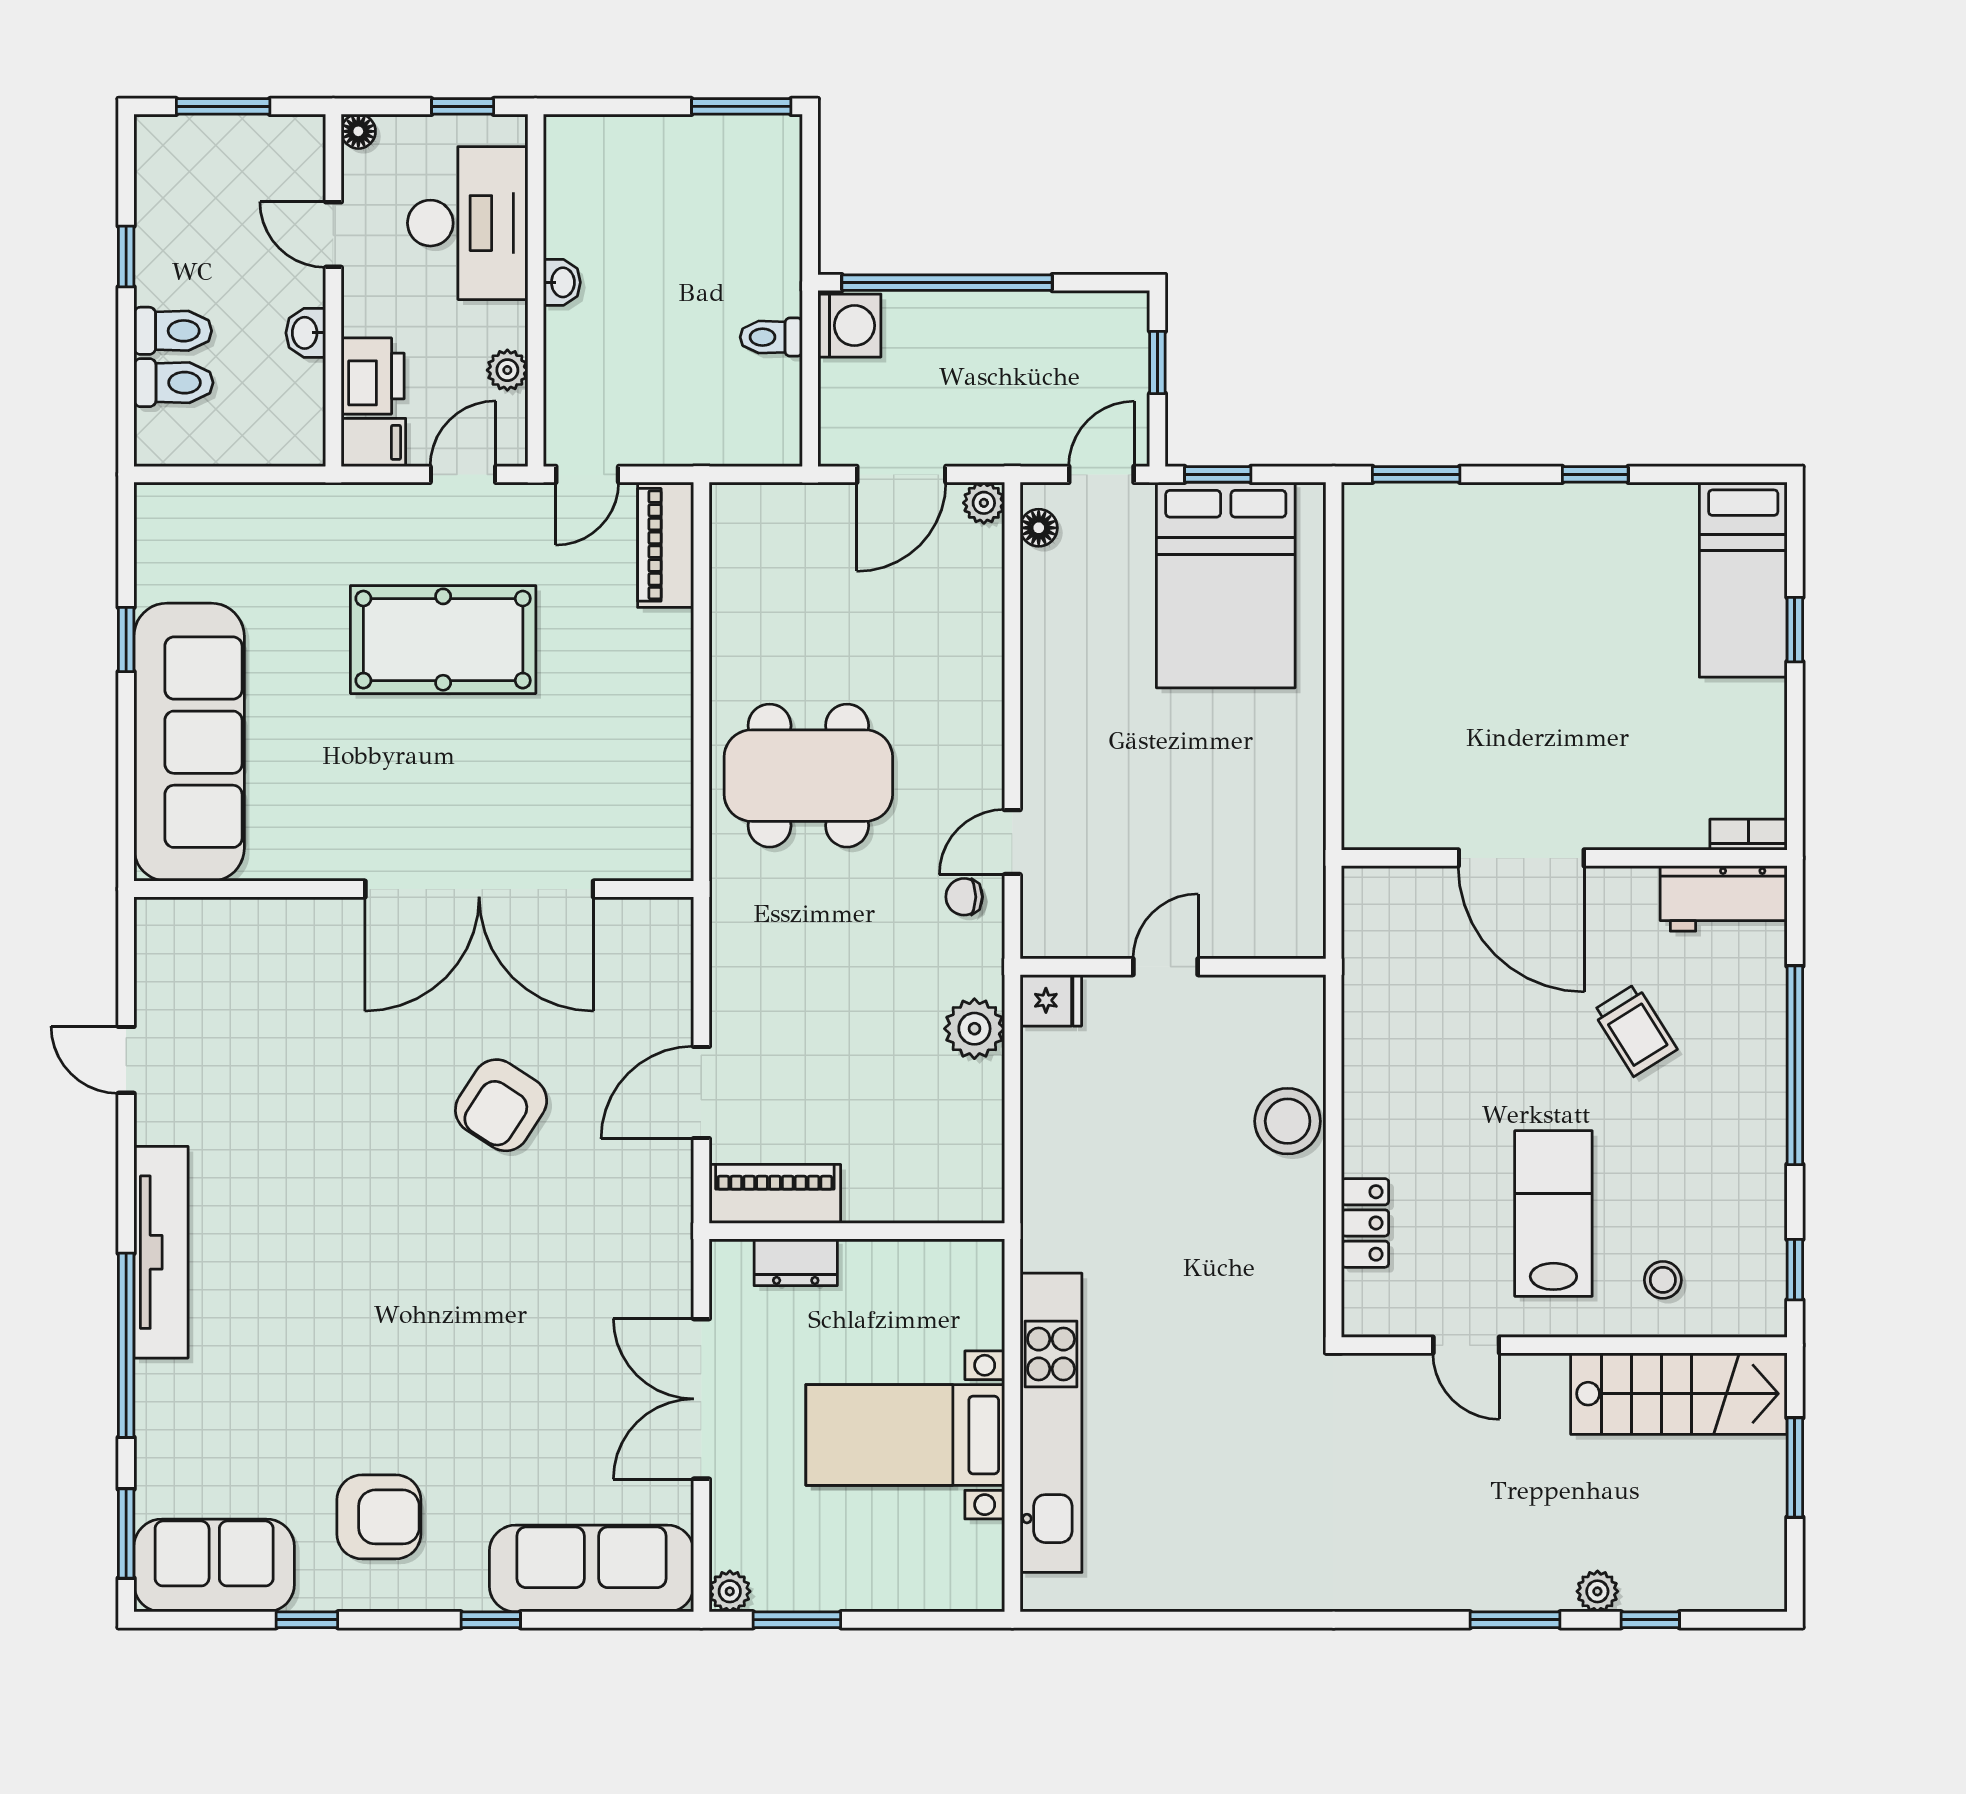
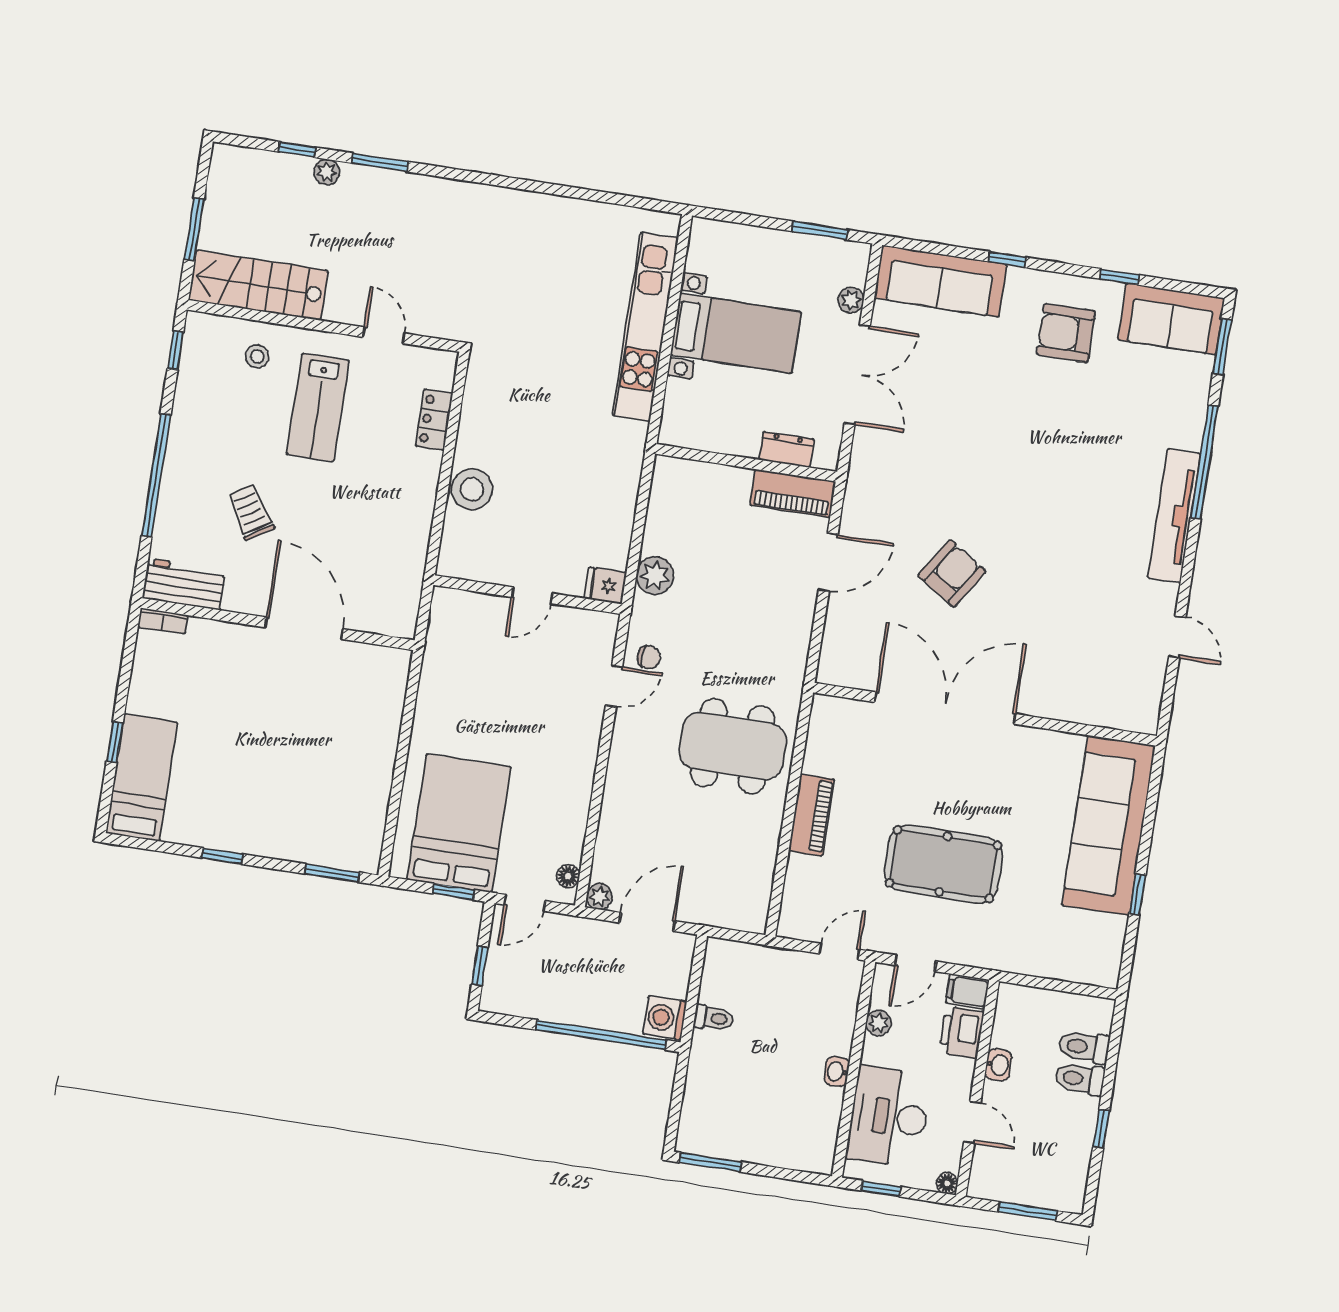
piano: (666, 545) -> (811, 815), moved
plant: (730, 1591) -> (851, 300), moved

